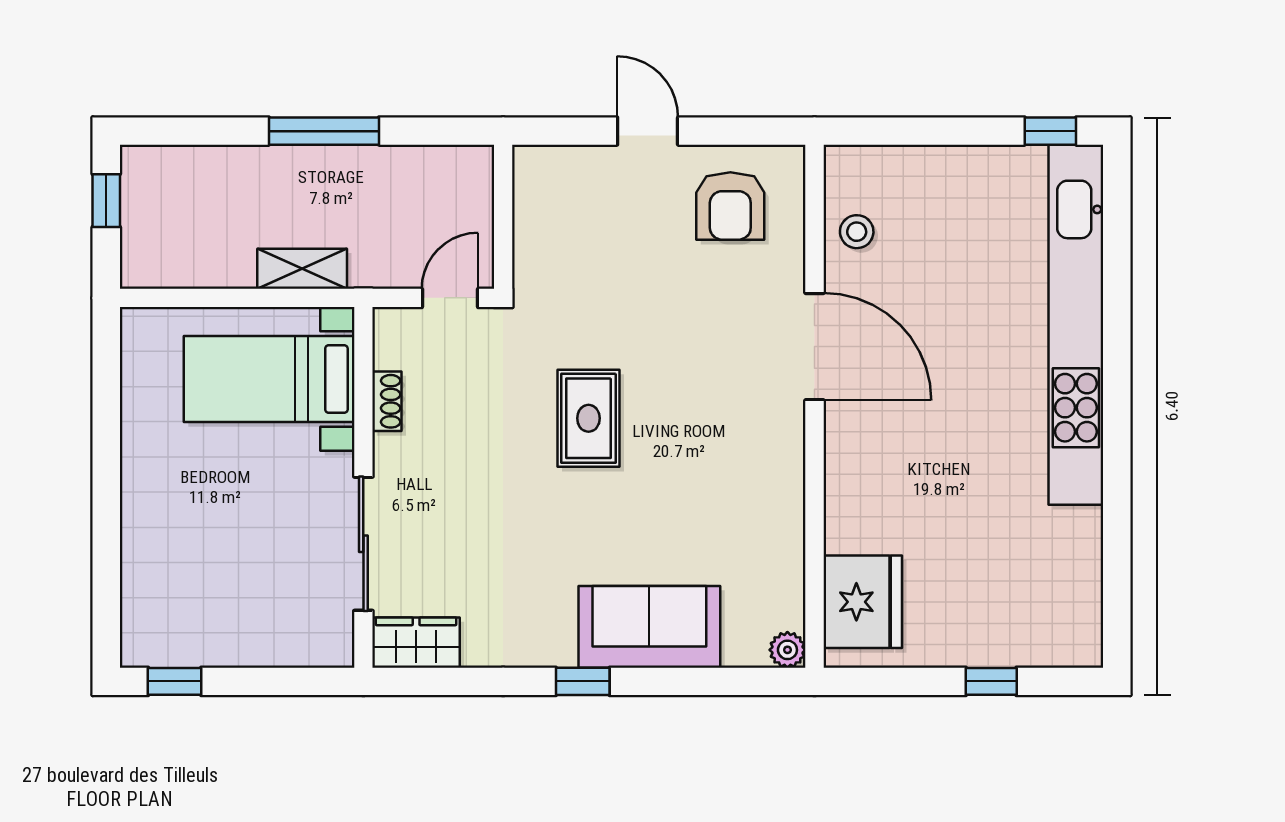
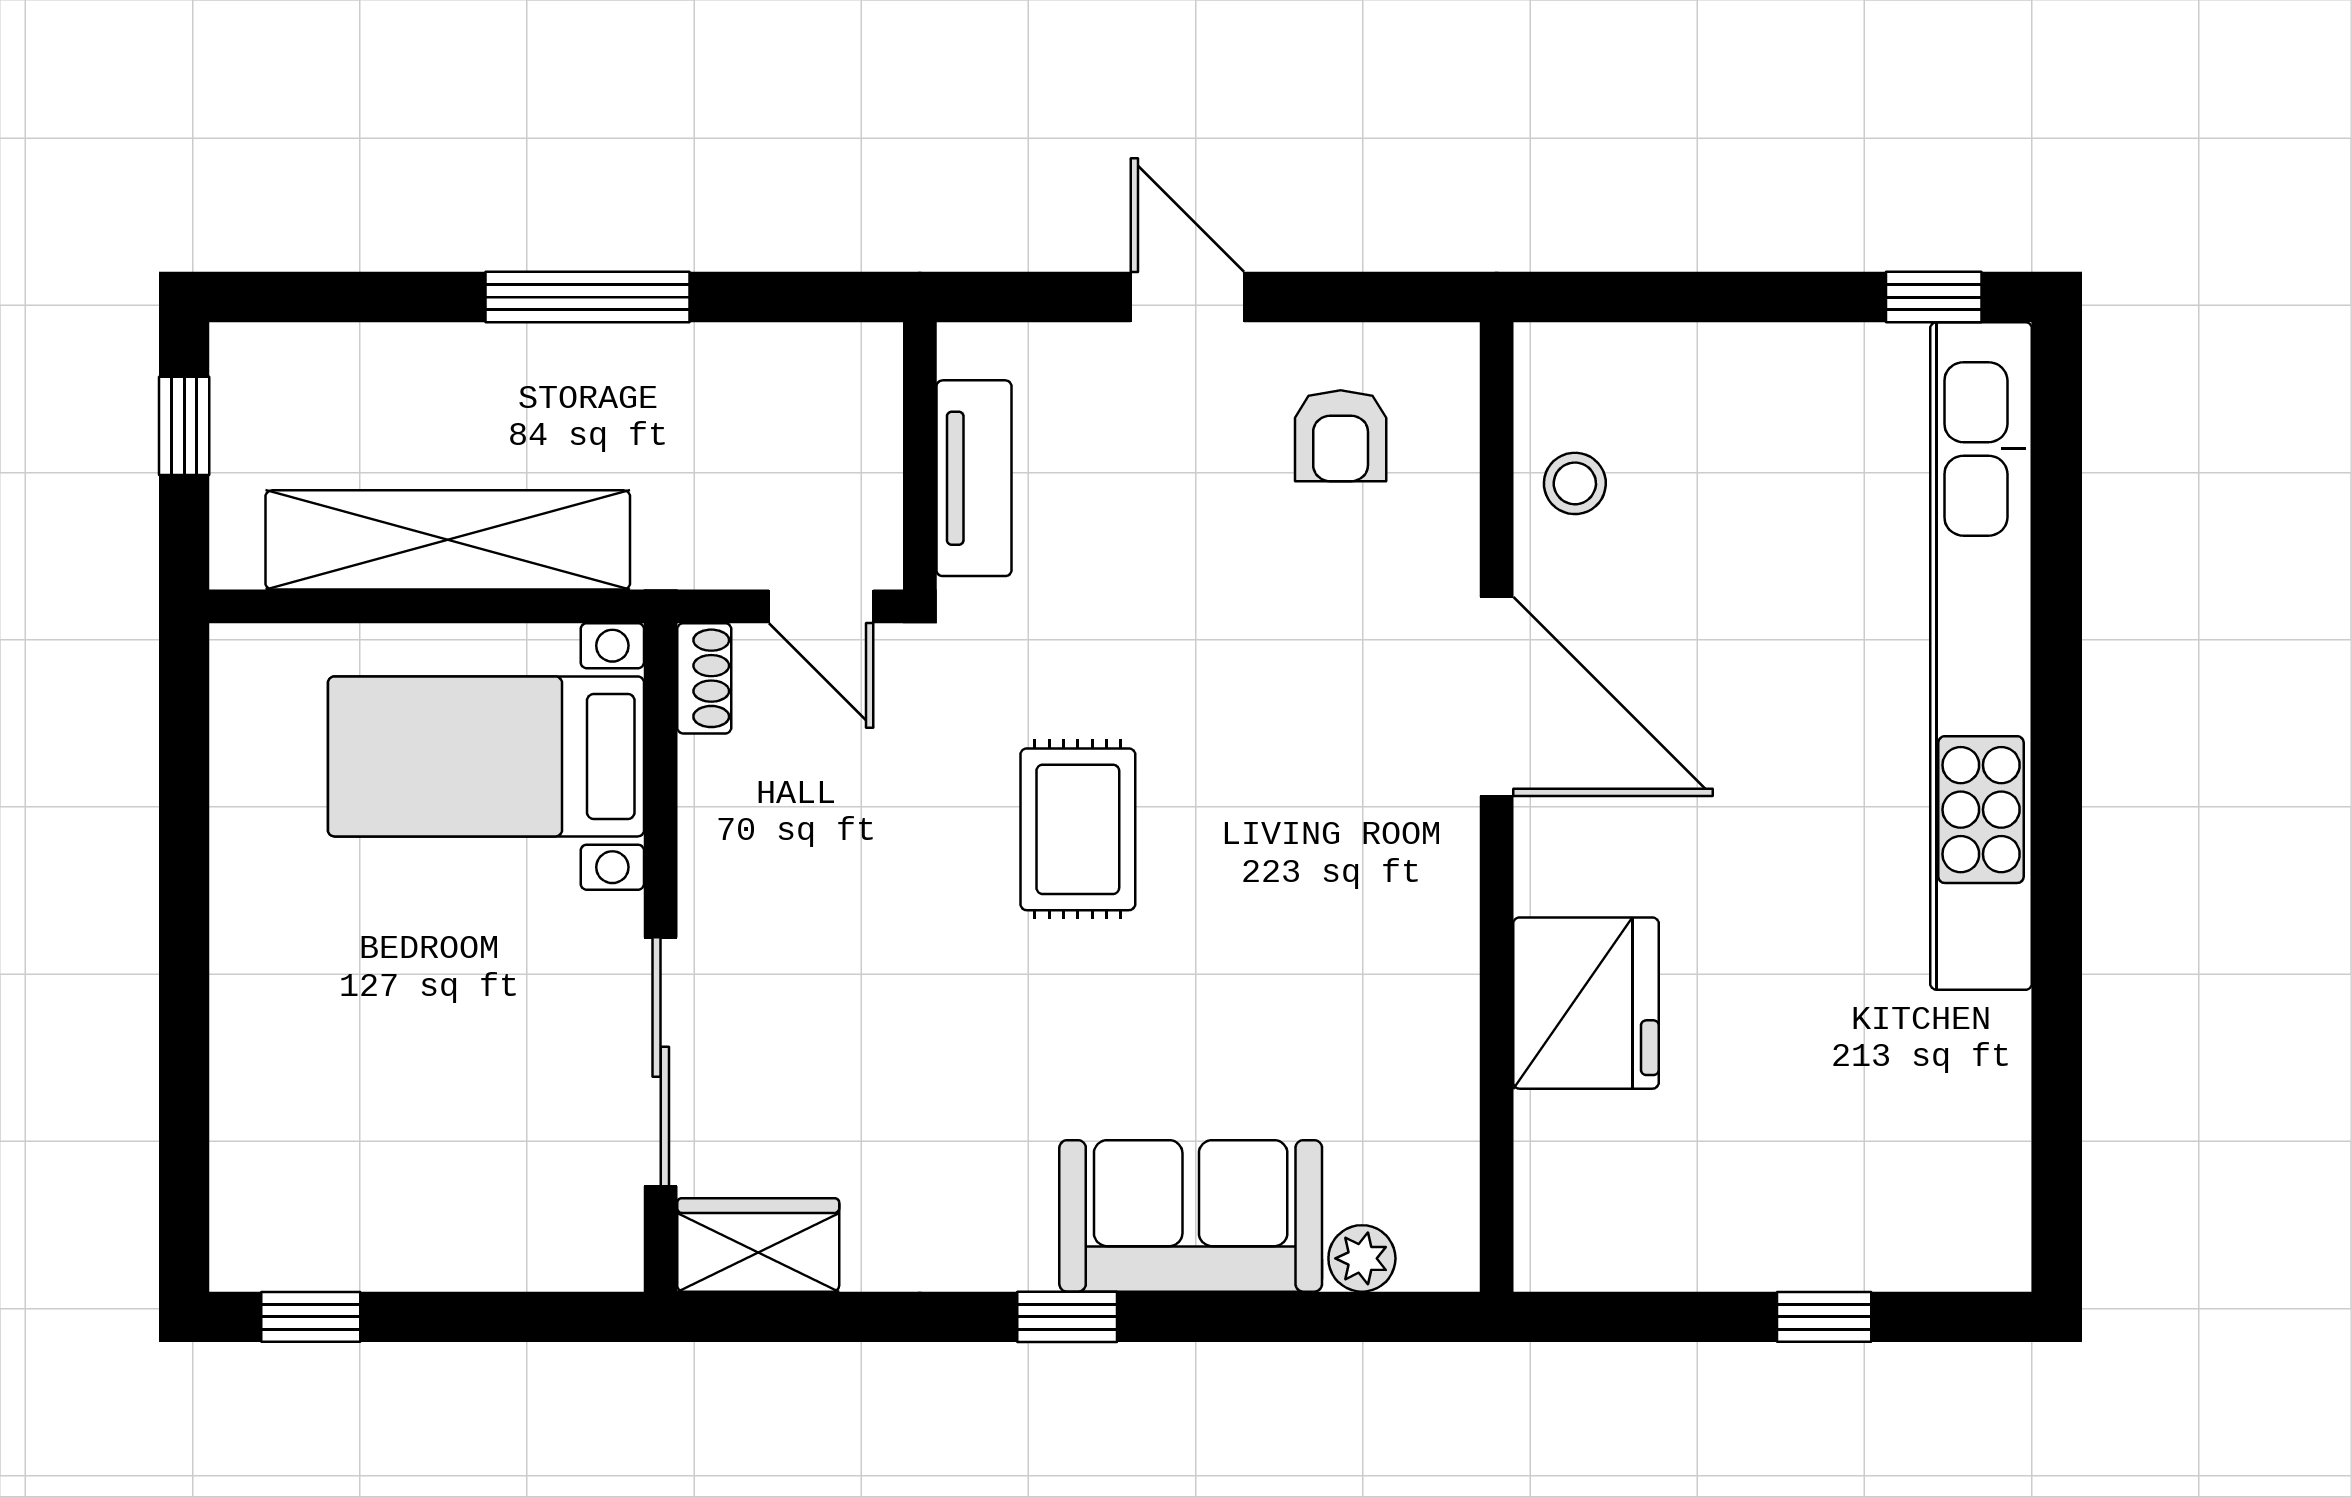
armchair: (730, 206) -> (1341, 436), width x0.72, depth x0.72
tv unit: (532, 229) -> (974, 478), added
shelving: (302, 269) -> (448, 540), width x2.20, depth x1.33
door: (450, 298) -> (821, 606), swing flipped
shoe rack: (387, 401) -> (704, 678), moved
fridge: (863, 602) -> (1586, 1003), moved
plant: (787, 650) -> (1362, 1258), moved

